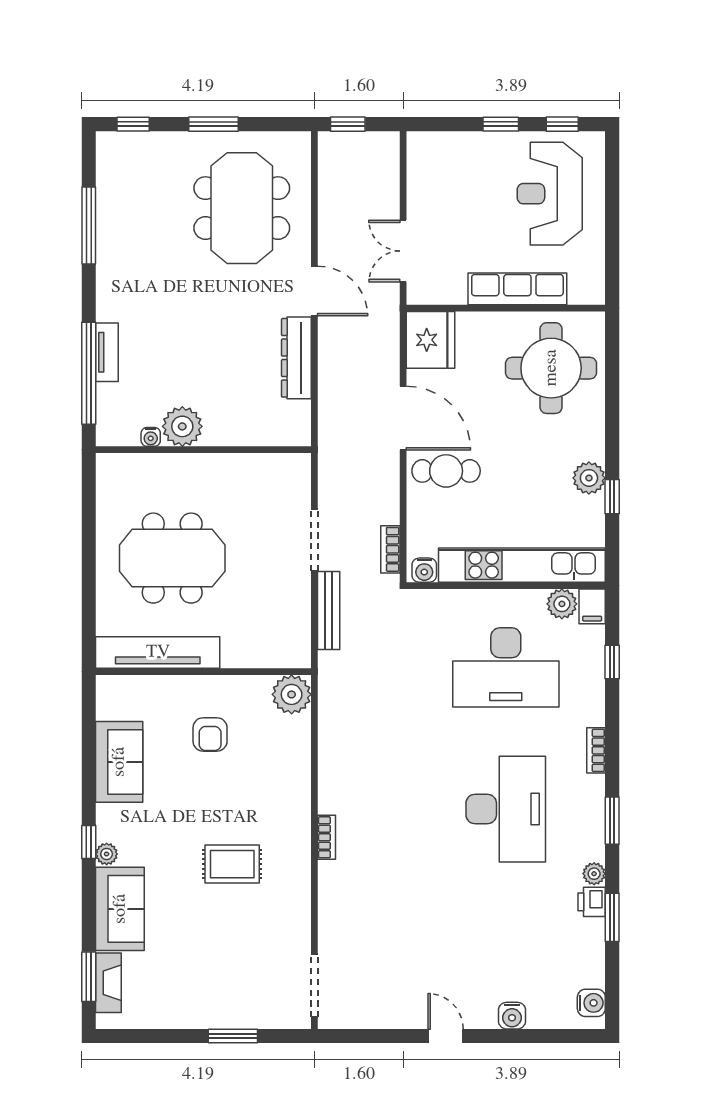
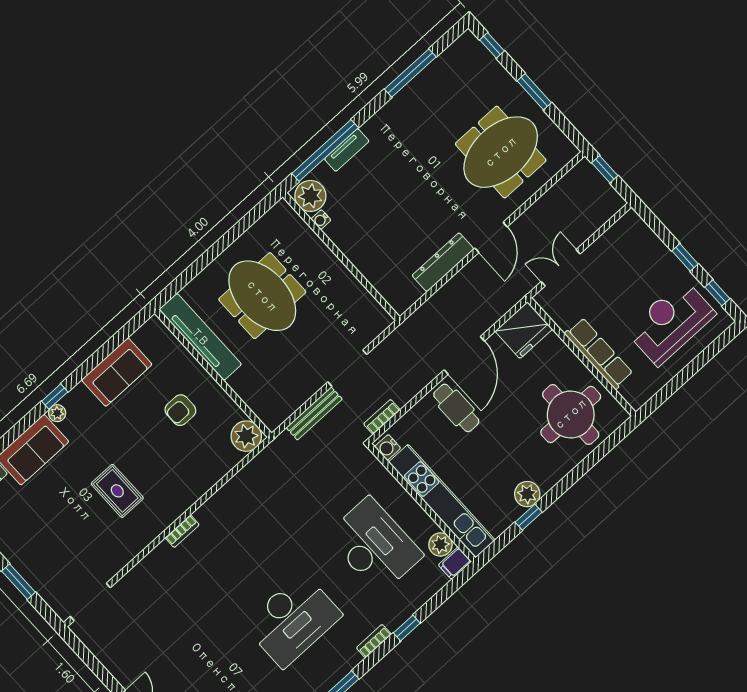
plant: (182, 426) -> (310, 196), moved
window: (612, 662) -> (407, 628), moved
desk: (506, 667) -> (374, 545), turned 180

